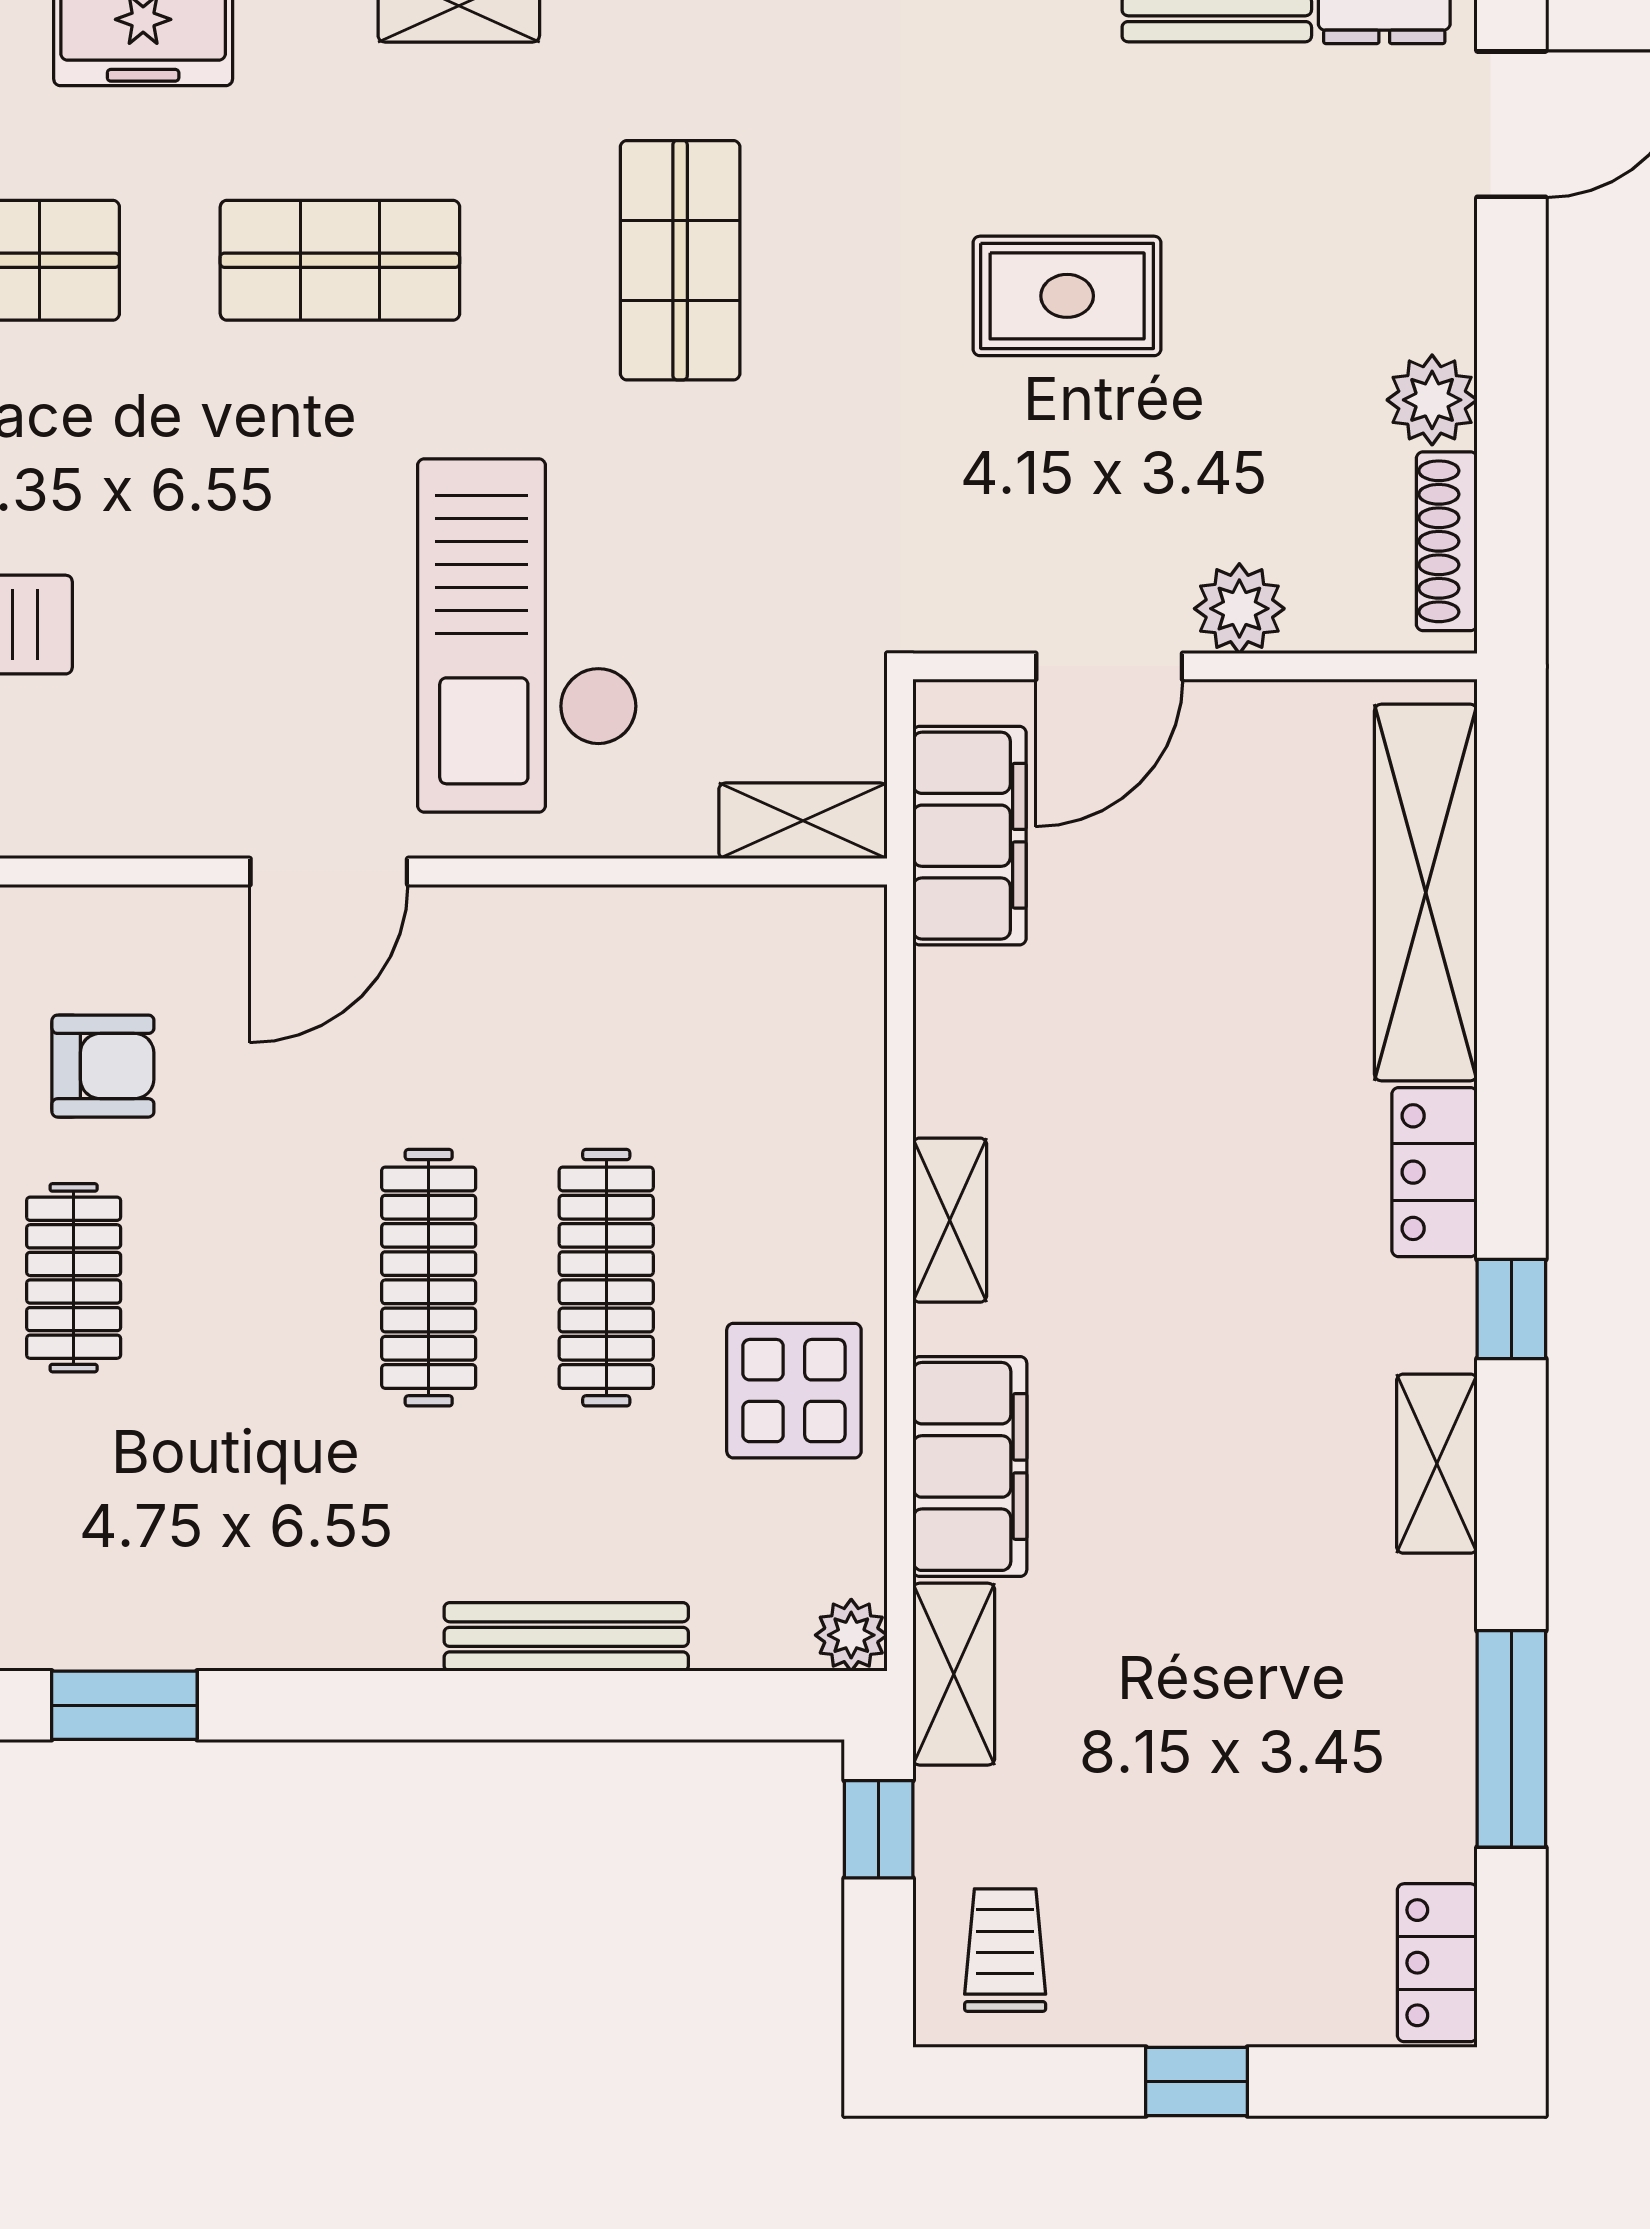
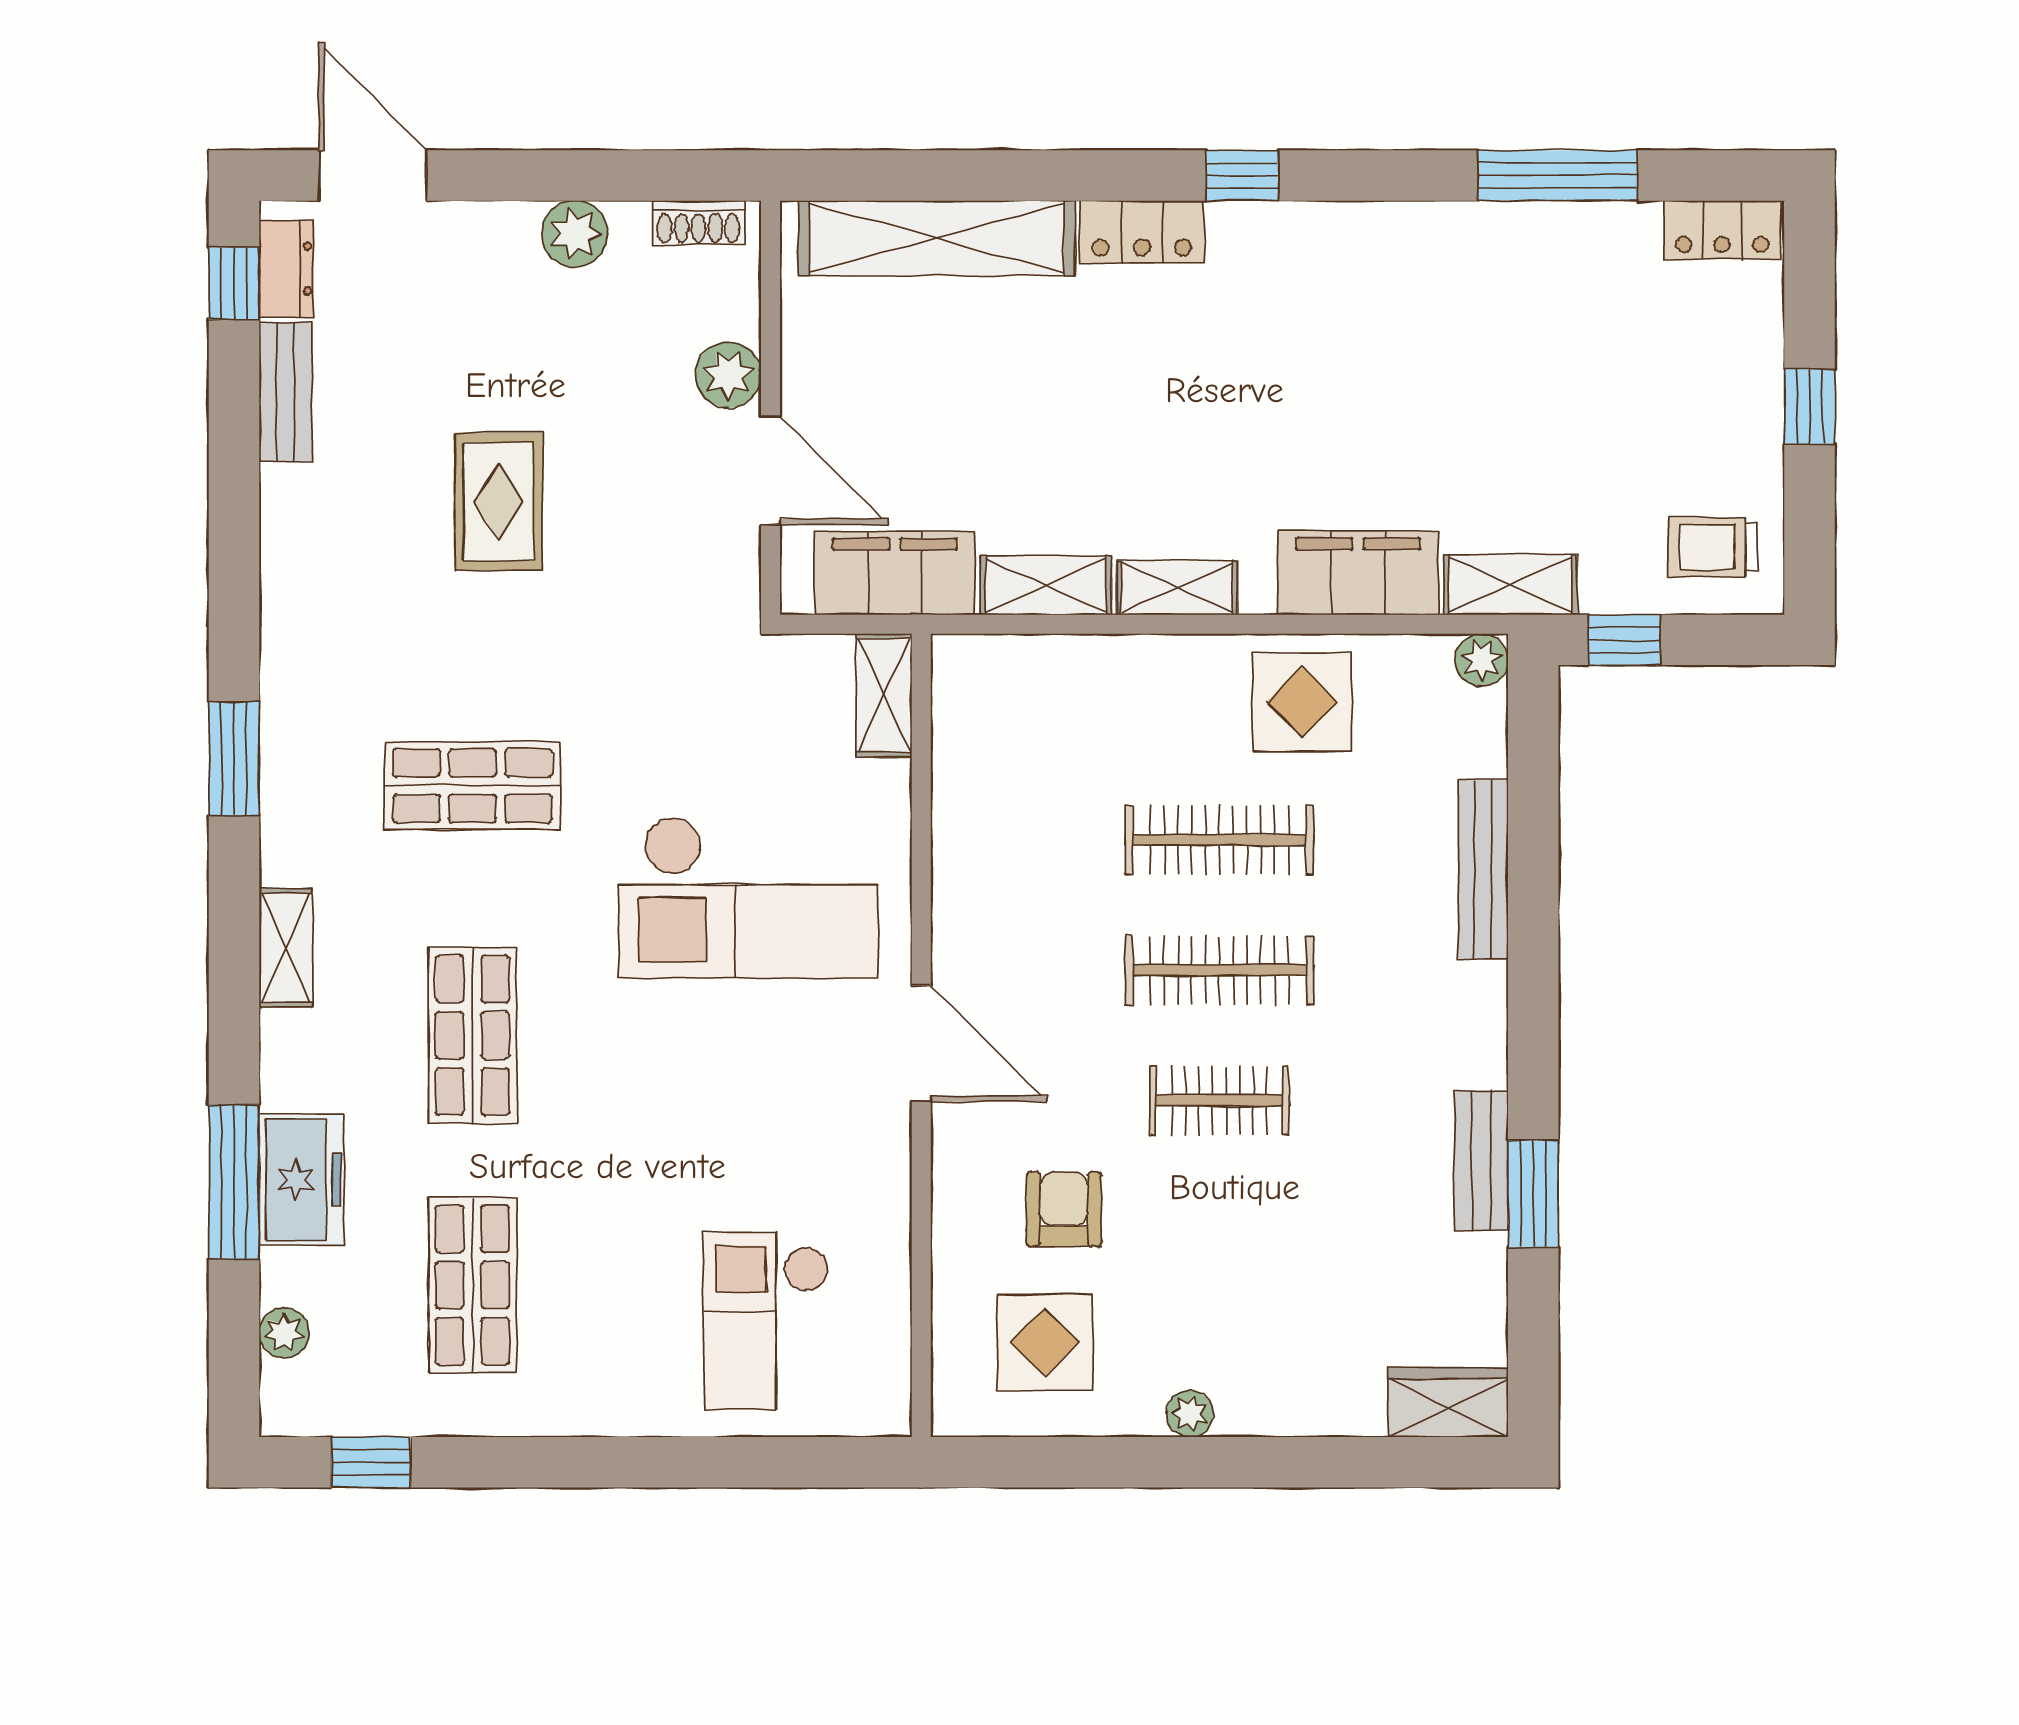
shoe rack: (1447, 541) -> (698, 223), width x0.70
clothes rail: (74, 1278) -> (1219, 1100), moved
shelving: (1437, 1464) -> (1046, 585), moved
bench: (169, 1635) -> (1481, 1161), added

